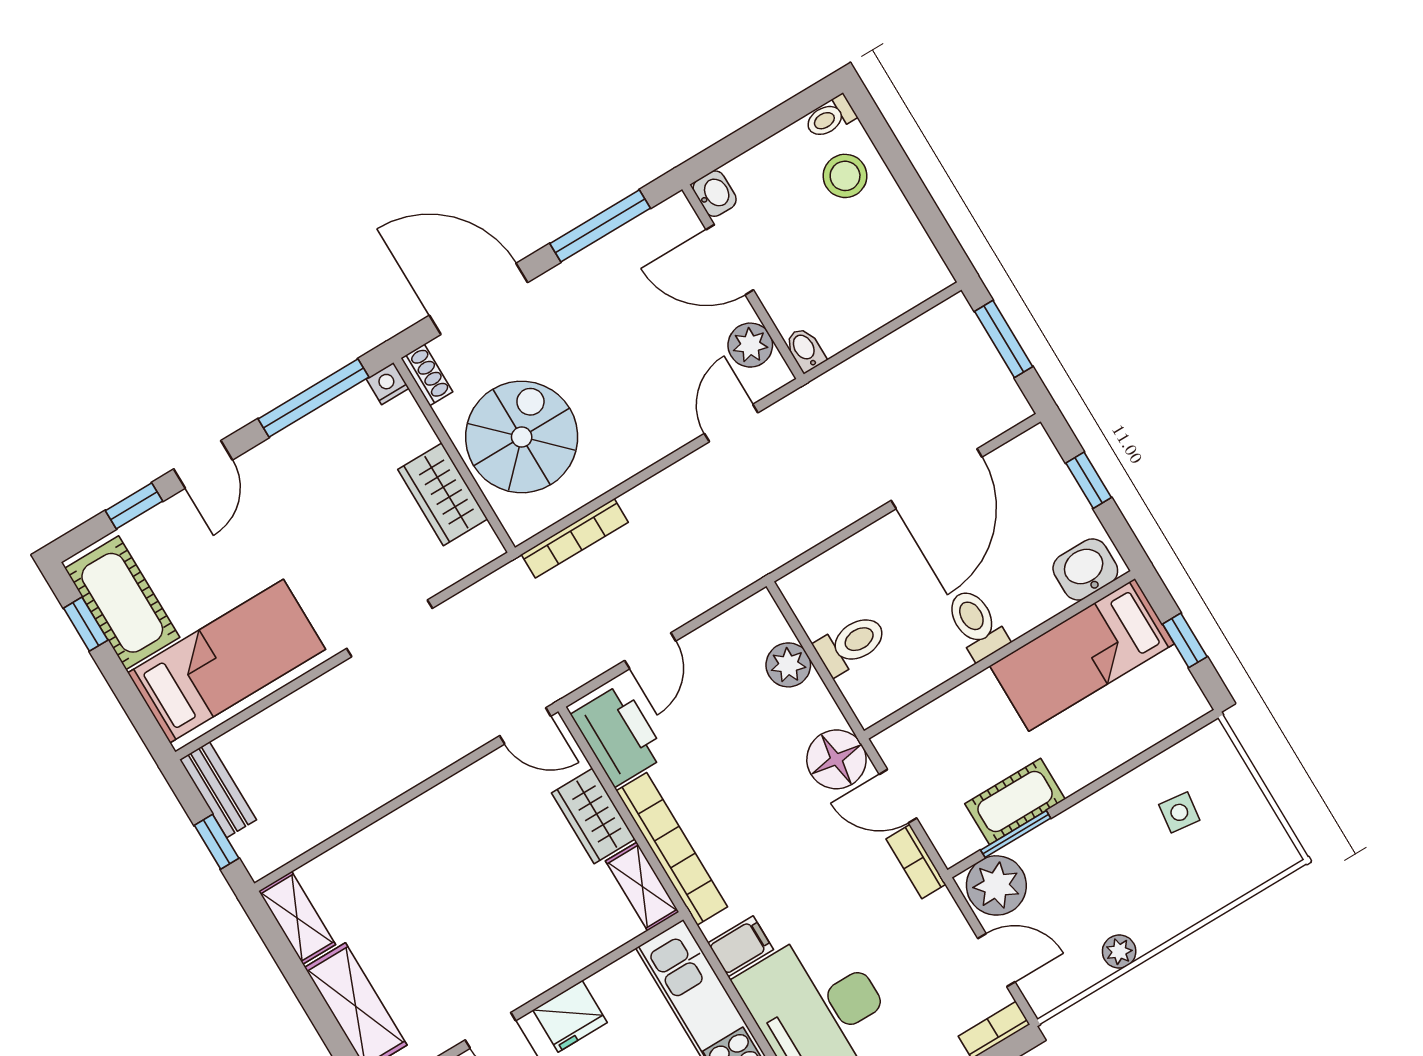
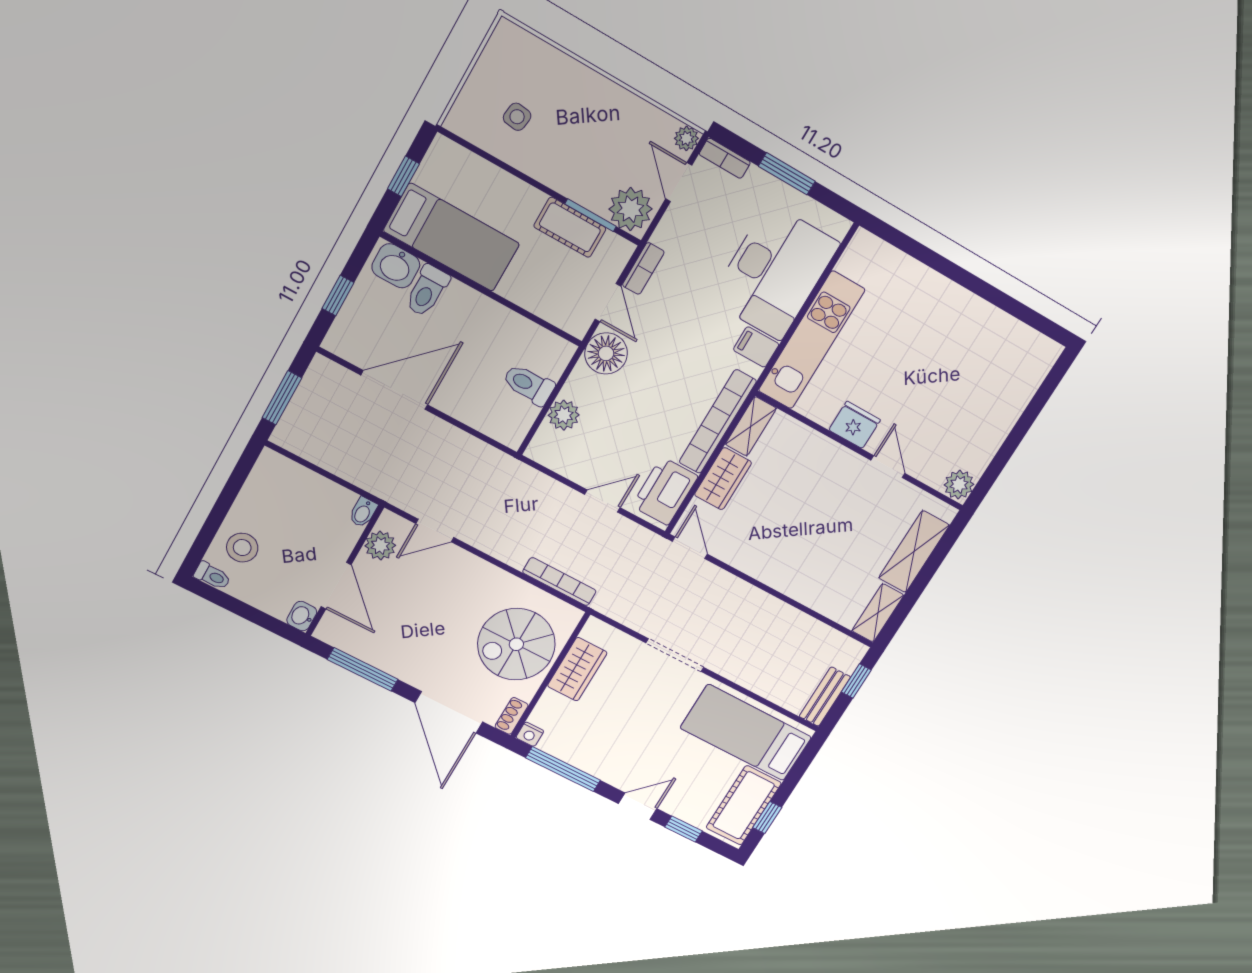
toilet: (976, 624) -> (427, 291), moved
plant: (1119, 952) -> (686, 138), moved

